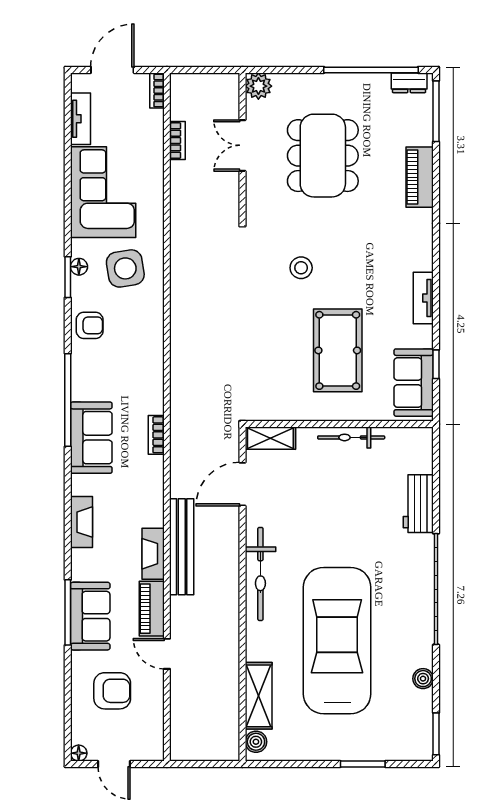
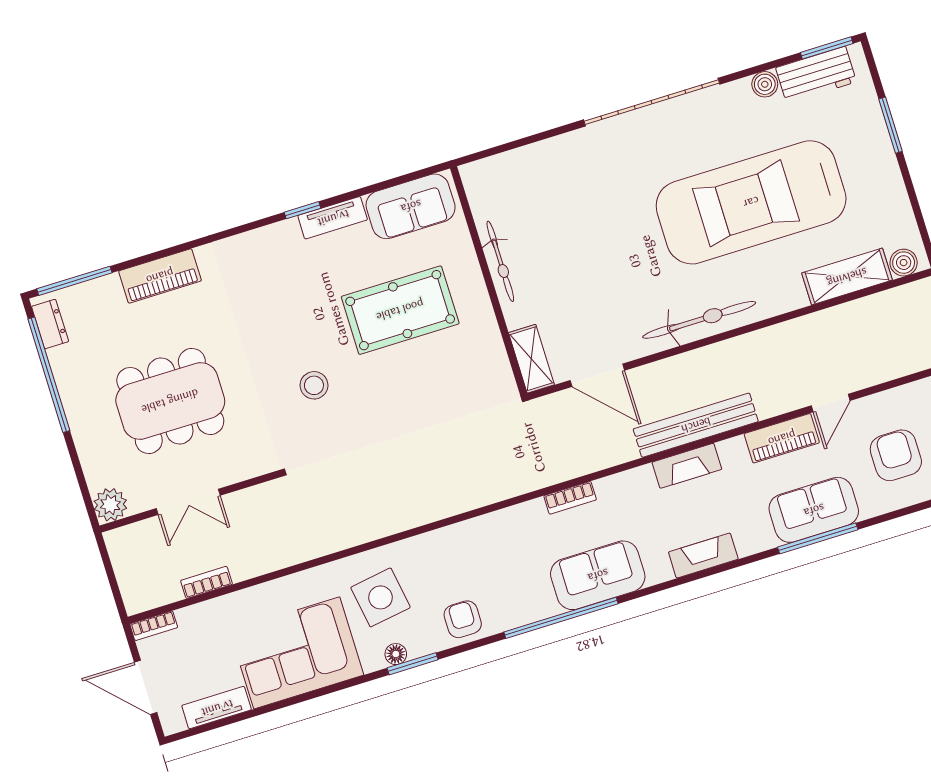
tv unit: (423, 298) -> (333, 218), moved
window: (436, 364) -> (303, 210), moved
workbench: (418, 504) -> (816, 75), moved
fireplace: (153, 554) -> (687, 466), moved

